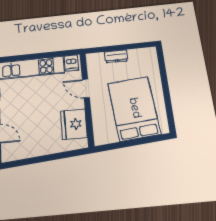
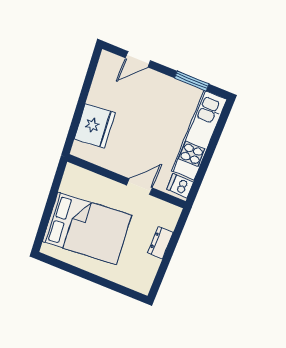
fridge: (74, 124) -> (95, 126), moved, turned 85

